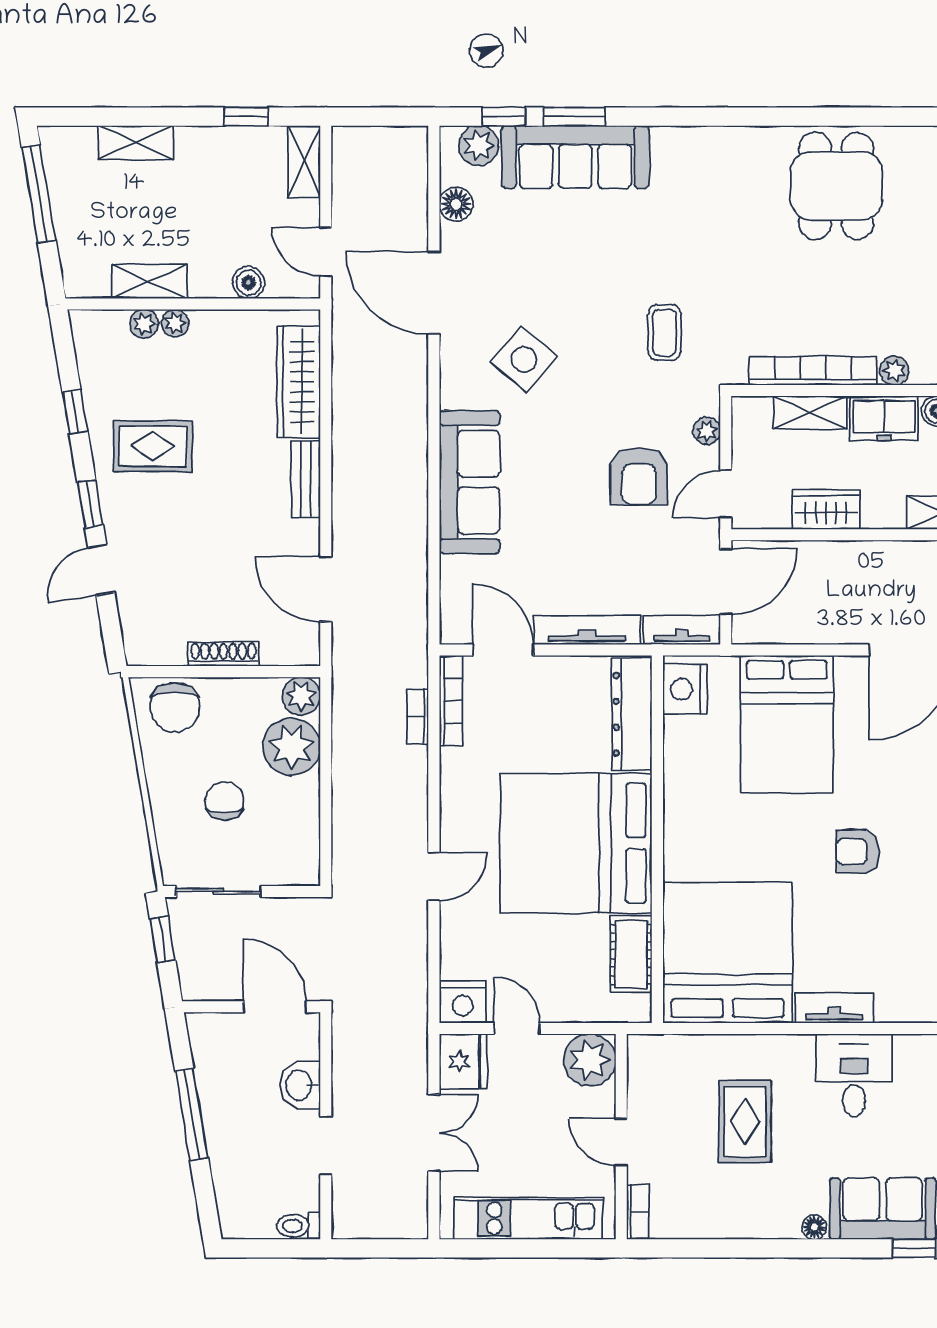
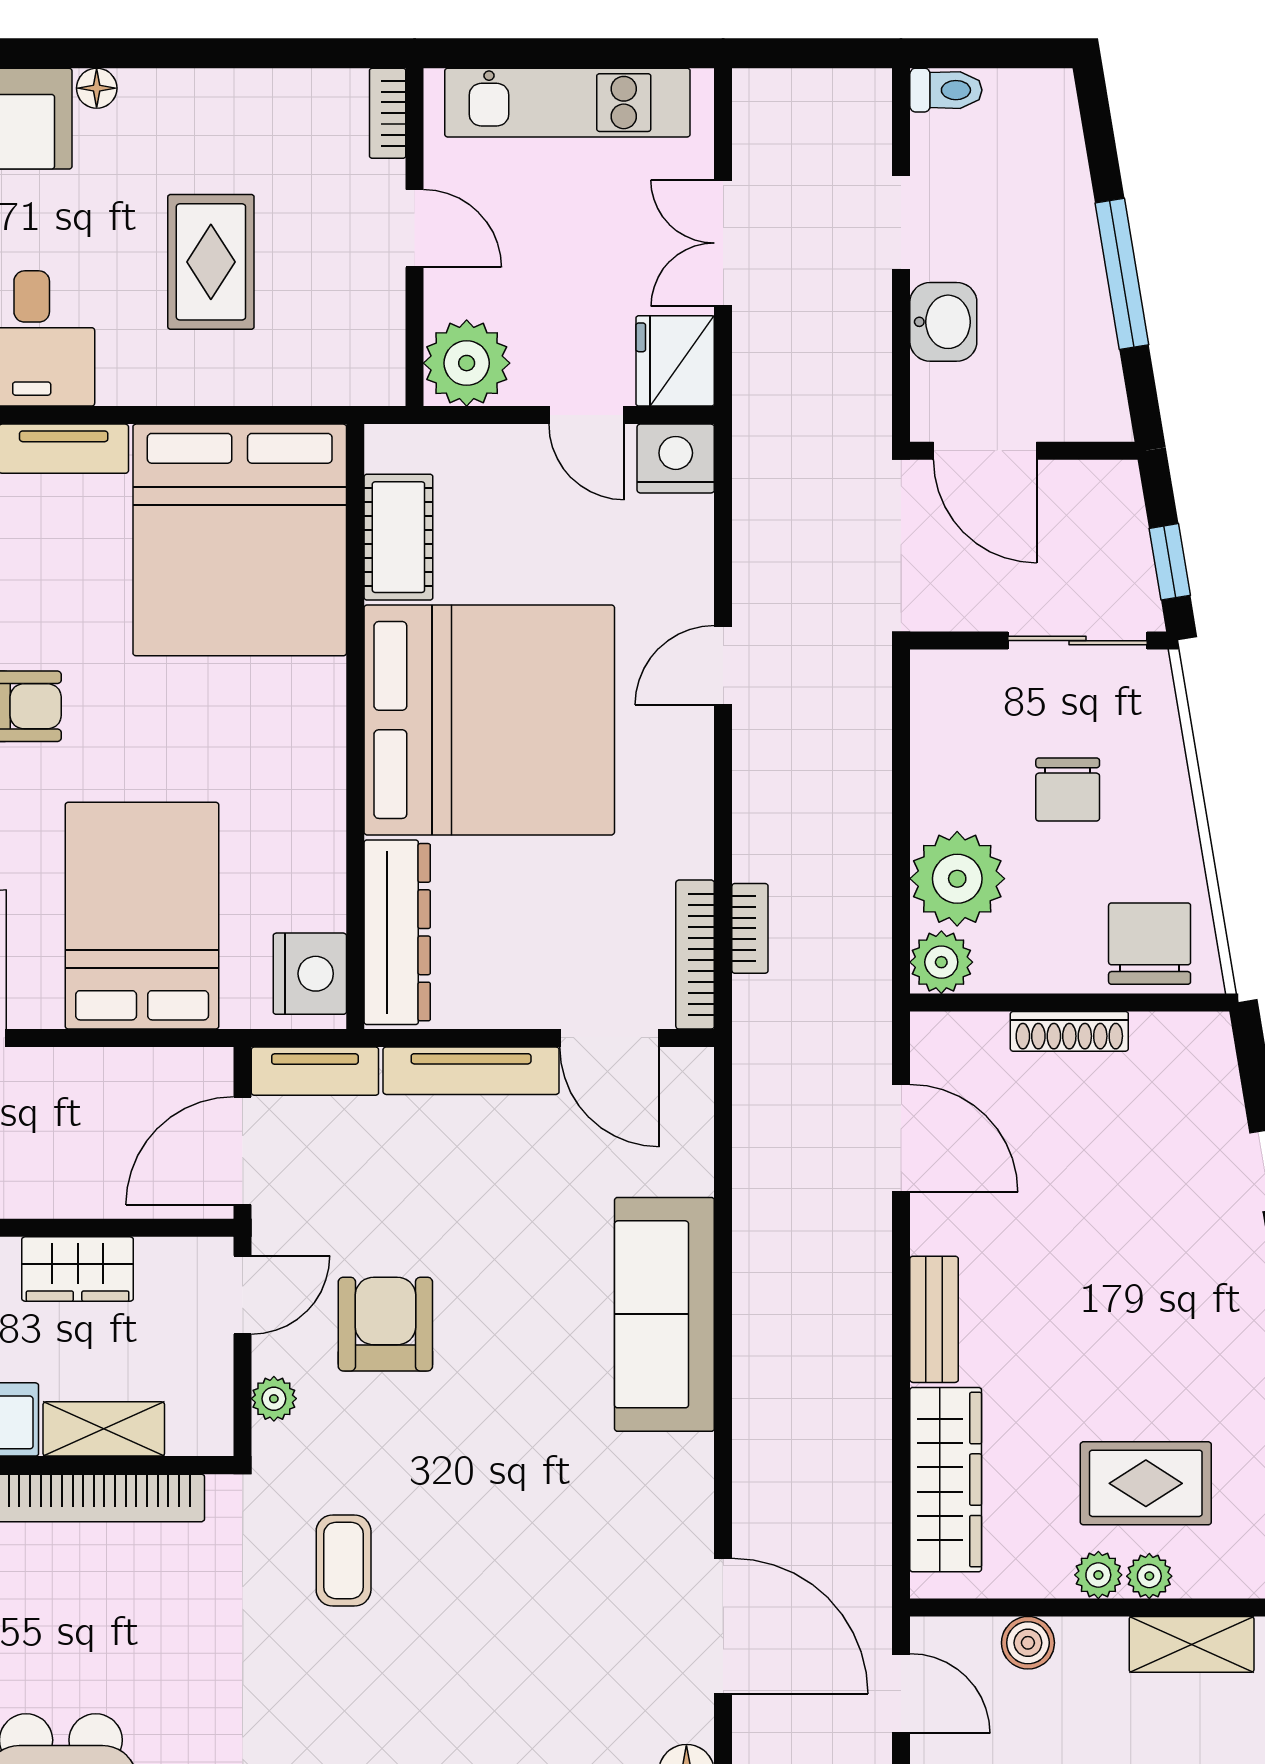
plant: (144, 324) -> (1098, 1575), moved
side table: (524, 359) -> (575, 1516), removed
rug: (153, 446) -> (1146, 1483), moved

